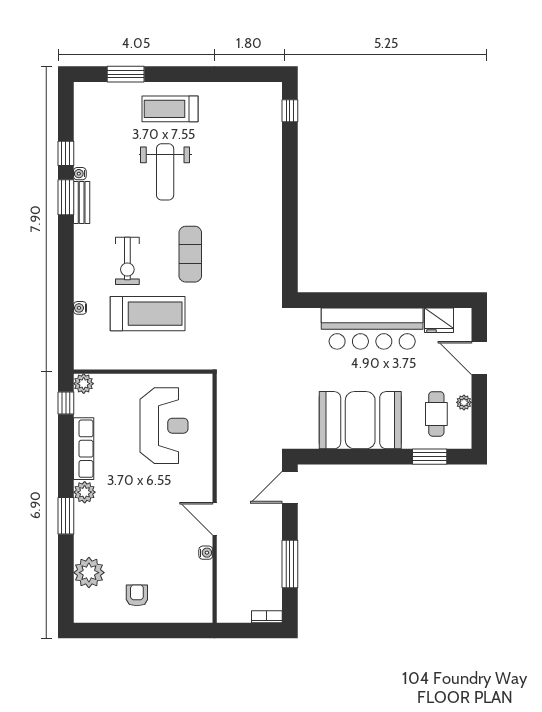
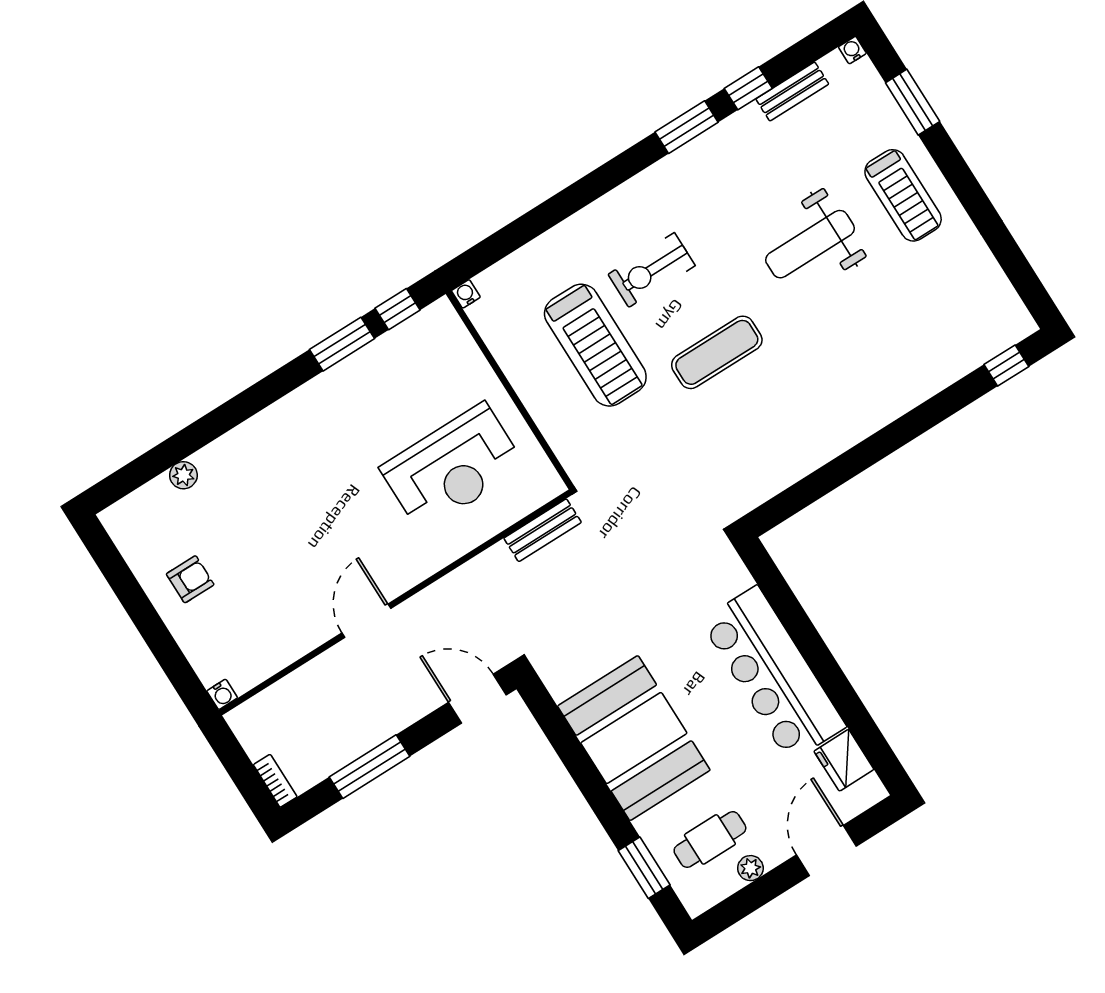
treadmill: (170, 109) -> (903, 195), turned 180
water cooler: (80, 174) -> (852, 50), moved
bench: (82, 203) -> (792, 92), moved
water cooler: (80, 308) -> (466, 294), moved
plant: (84, 384) -> (440, 317), removed
bench: (225, 400) -> (543, 530), added
row of seats: (84, 449) -> (349, 375), removed
plant: (85, 492) -> (289, 414), removed
window: (66, 516) -> (342, 344), moved
water cooler: (206, 553) -> (222, 694), moved
plant: (89, 573) -> (183, 475), width x0.53, depth x0.53

